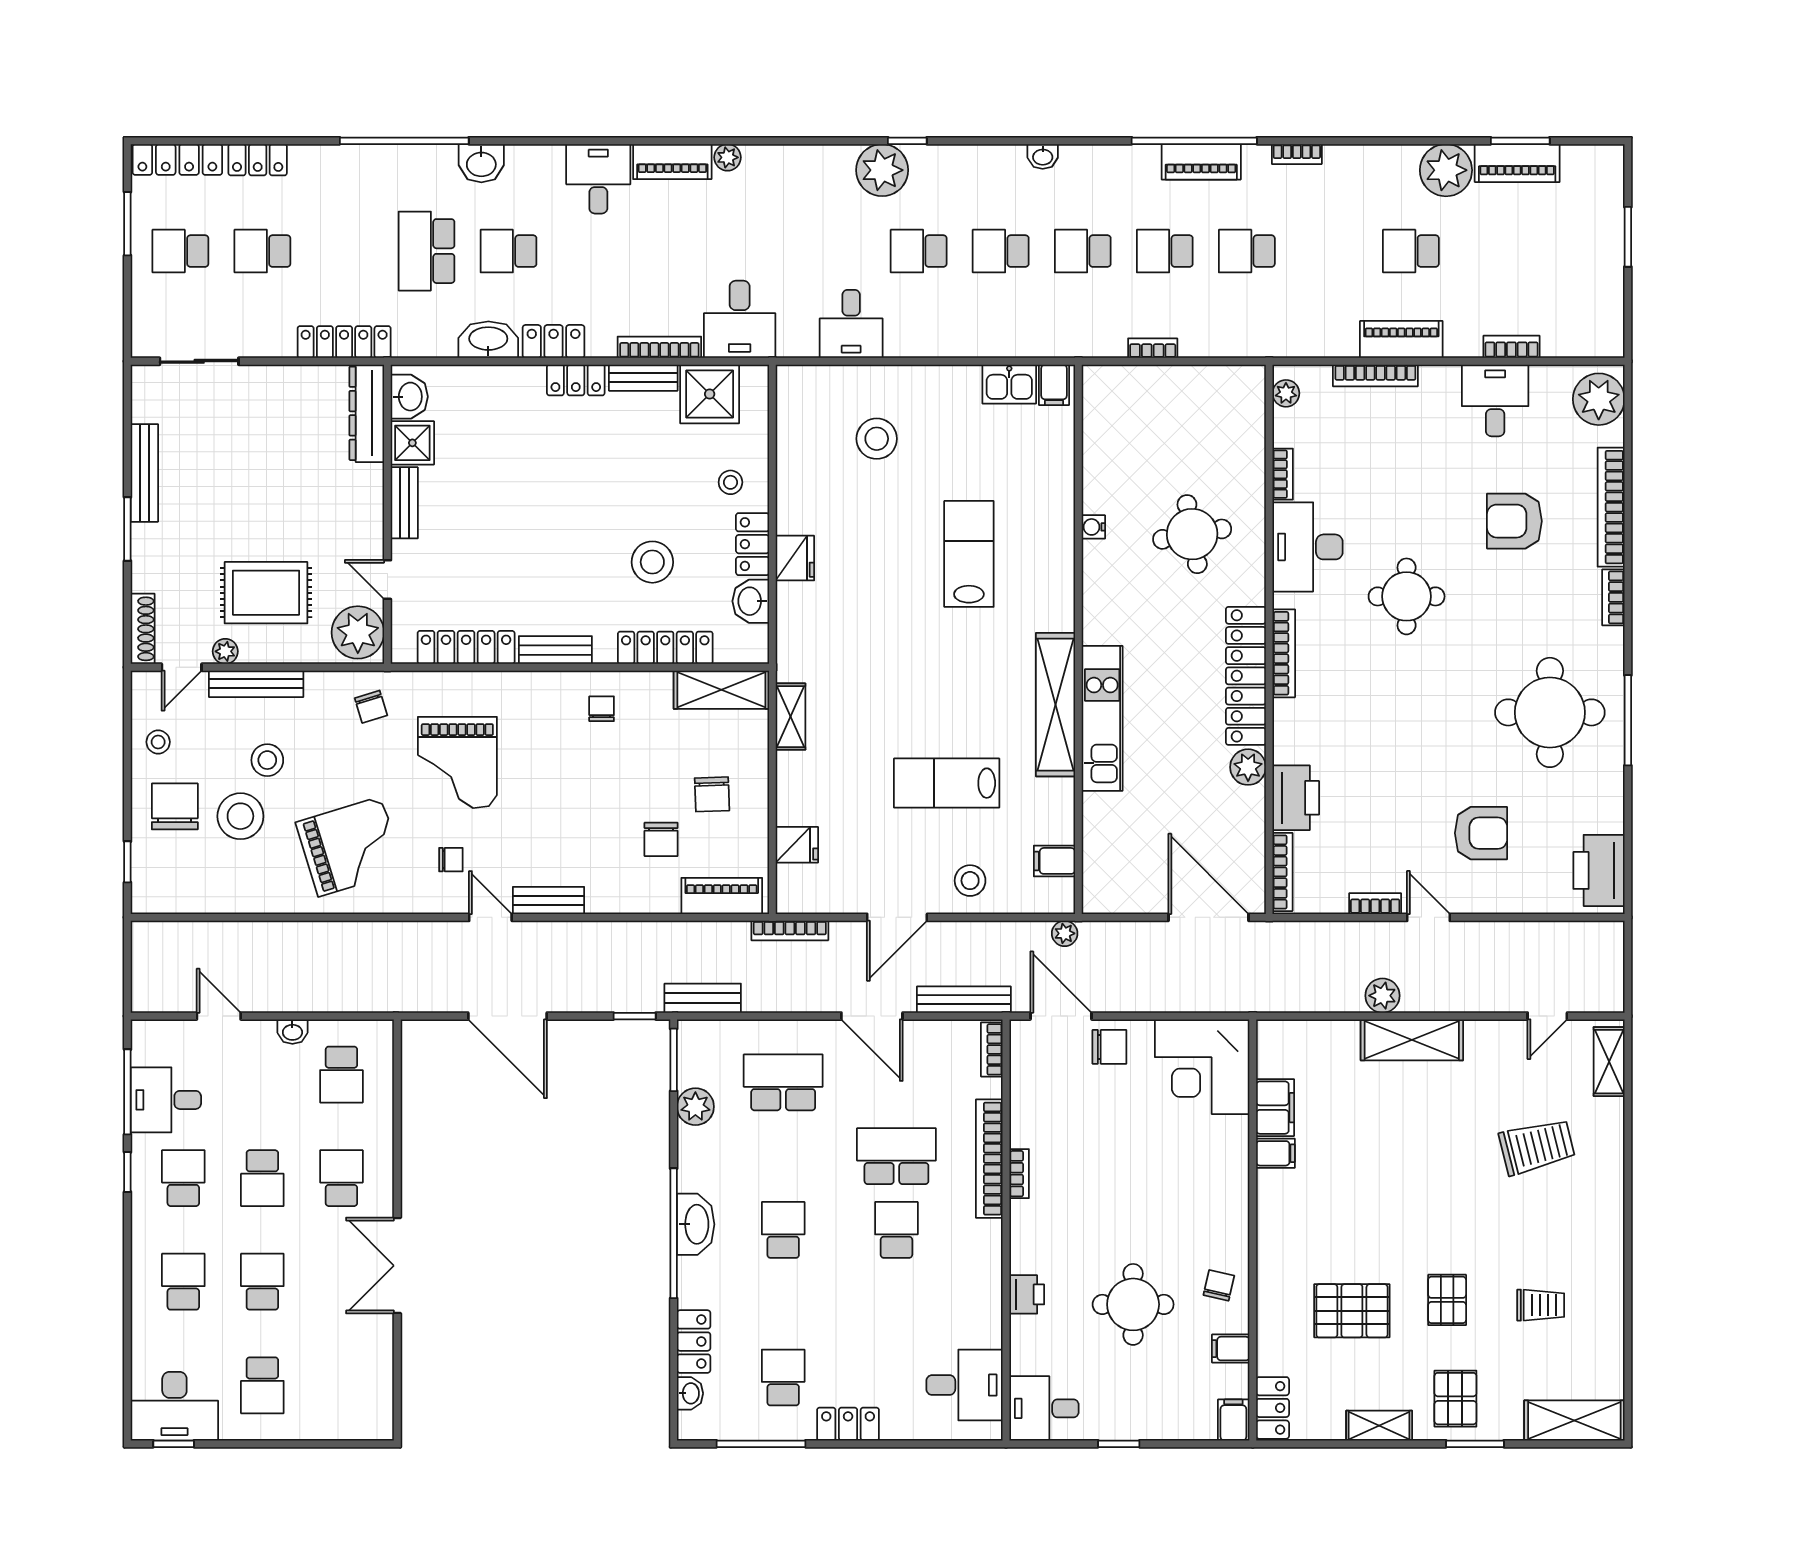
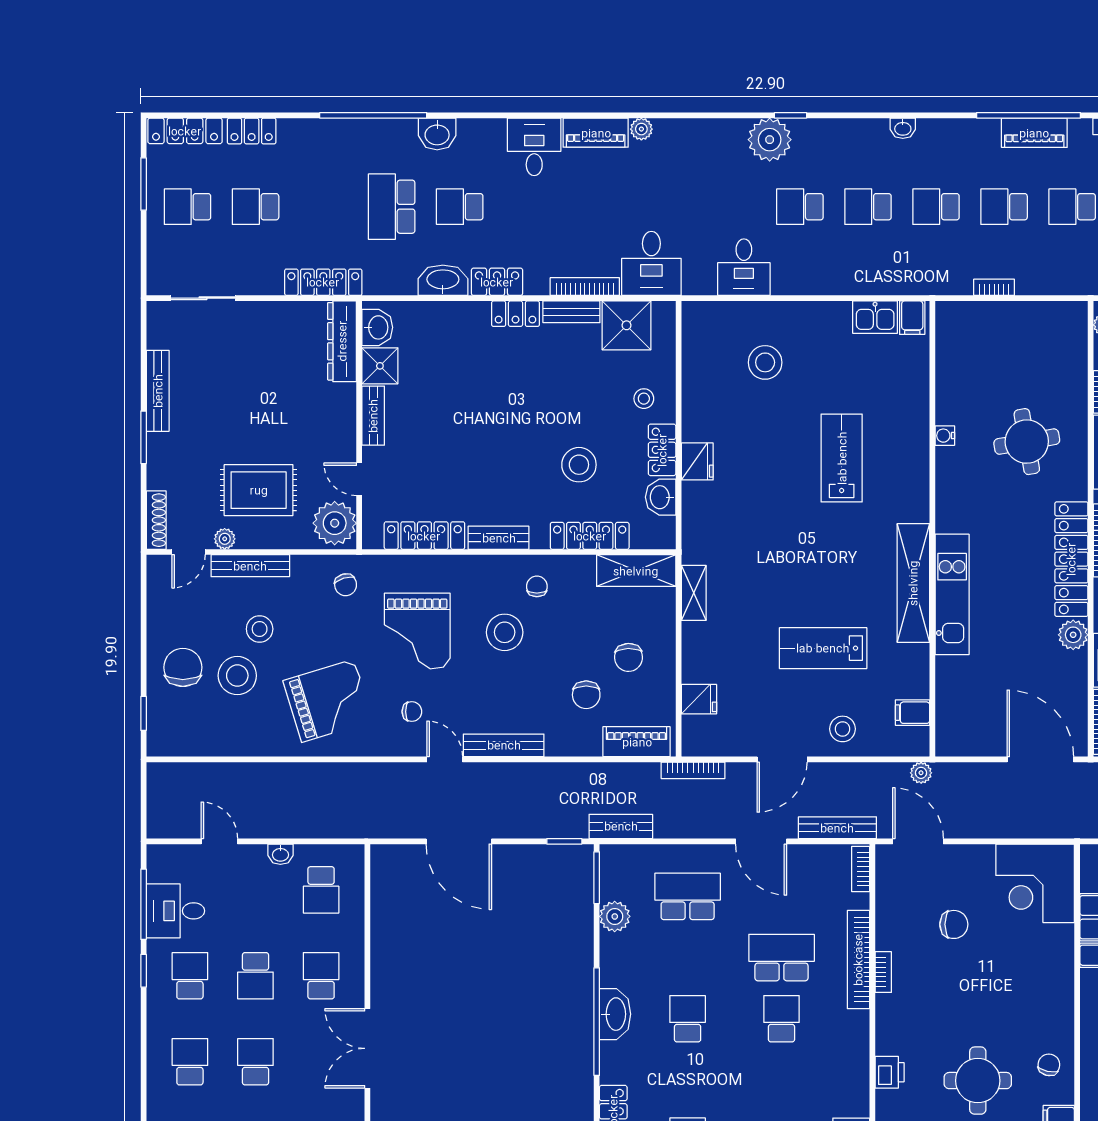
stool: (158, 742) -> (505, 632), moved, width x1.89, depth x1.89
bench: (548, 900) -> (504, 745), width x1.36
chair: (1109, 1047) -> (954, 924), moved

